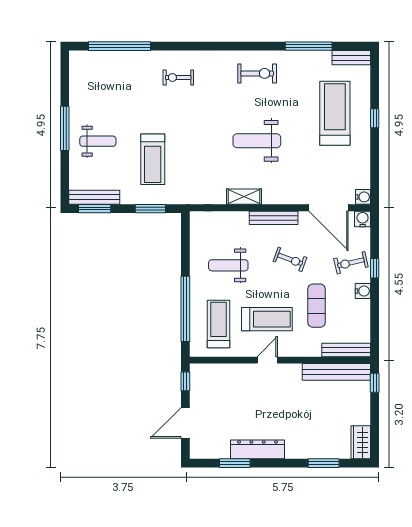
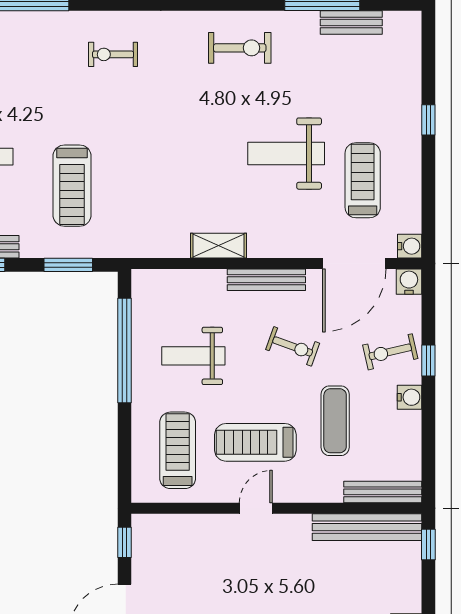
bench: (351, 58) -> (351, 22), moved
treadmill: (335, 113) -> (363, 180), moved, width x0.73, depth x0.73
weight bench: (257, 141) -> (286, 154), moved
door: (328, 208) -> (354, 263), hinge flipped
window: (185, 309) -> (124, 350), moved
treadmill: (267, 319) -> (255, 442), turned 180

